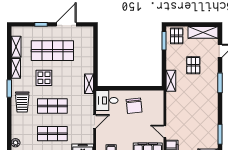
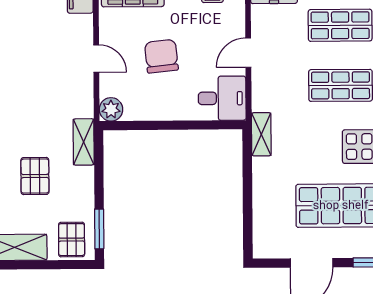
plant: (158, 96) -> (111, 109), added
chair: (134, 106) -> (161, 56), moved
door: (165, 131) -> (96, 59), moved

